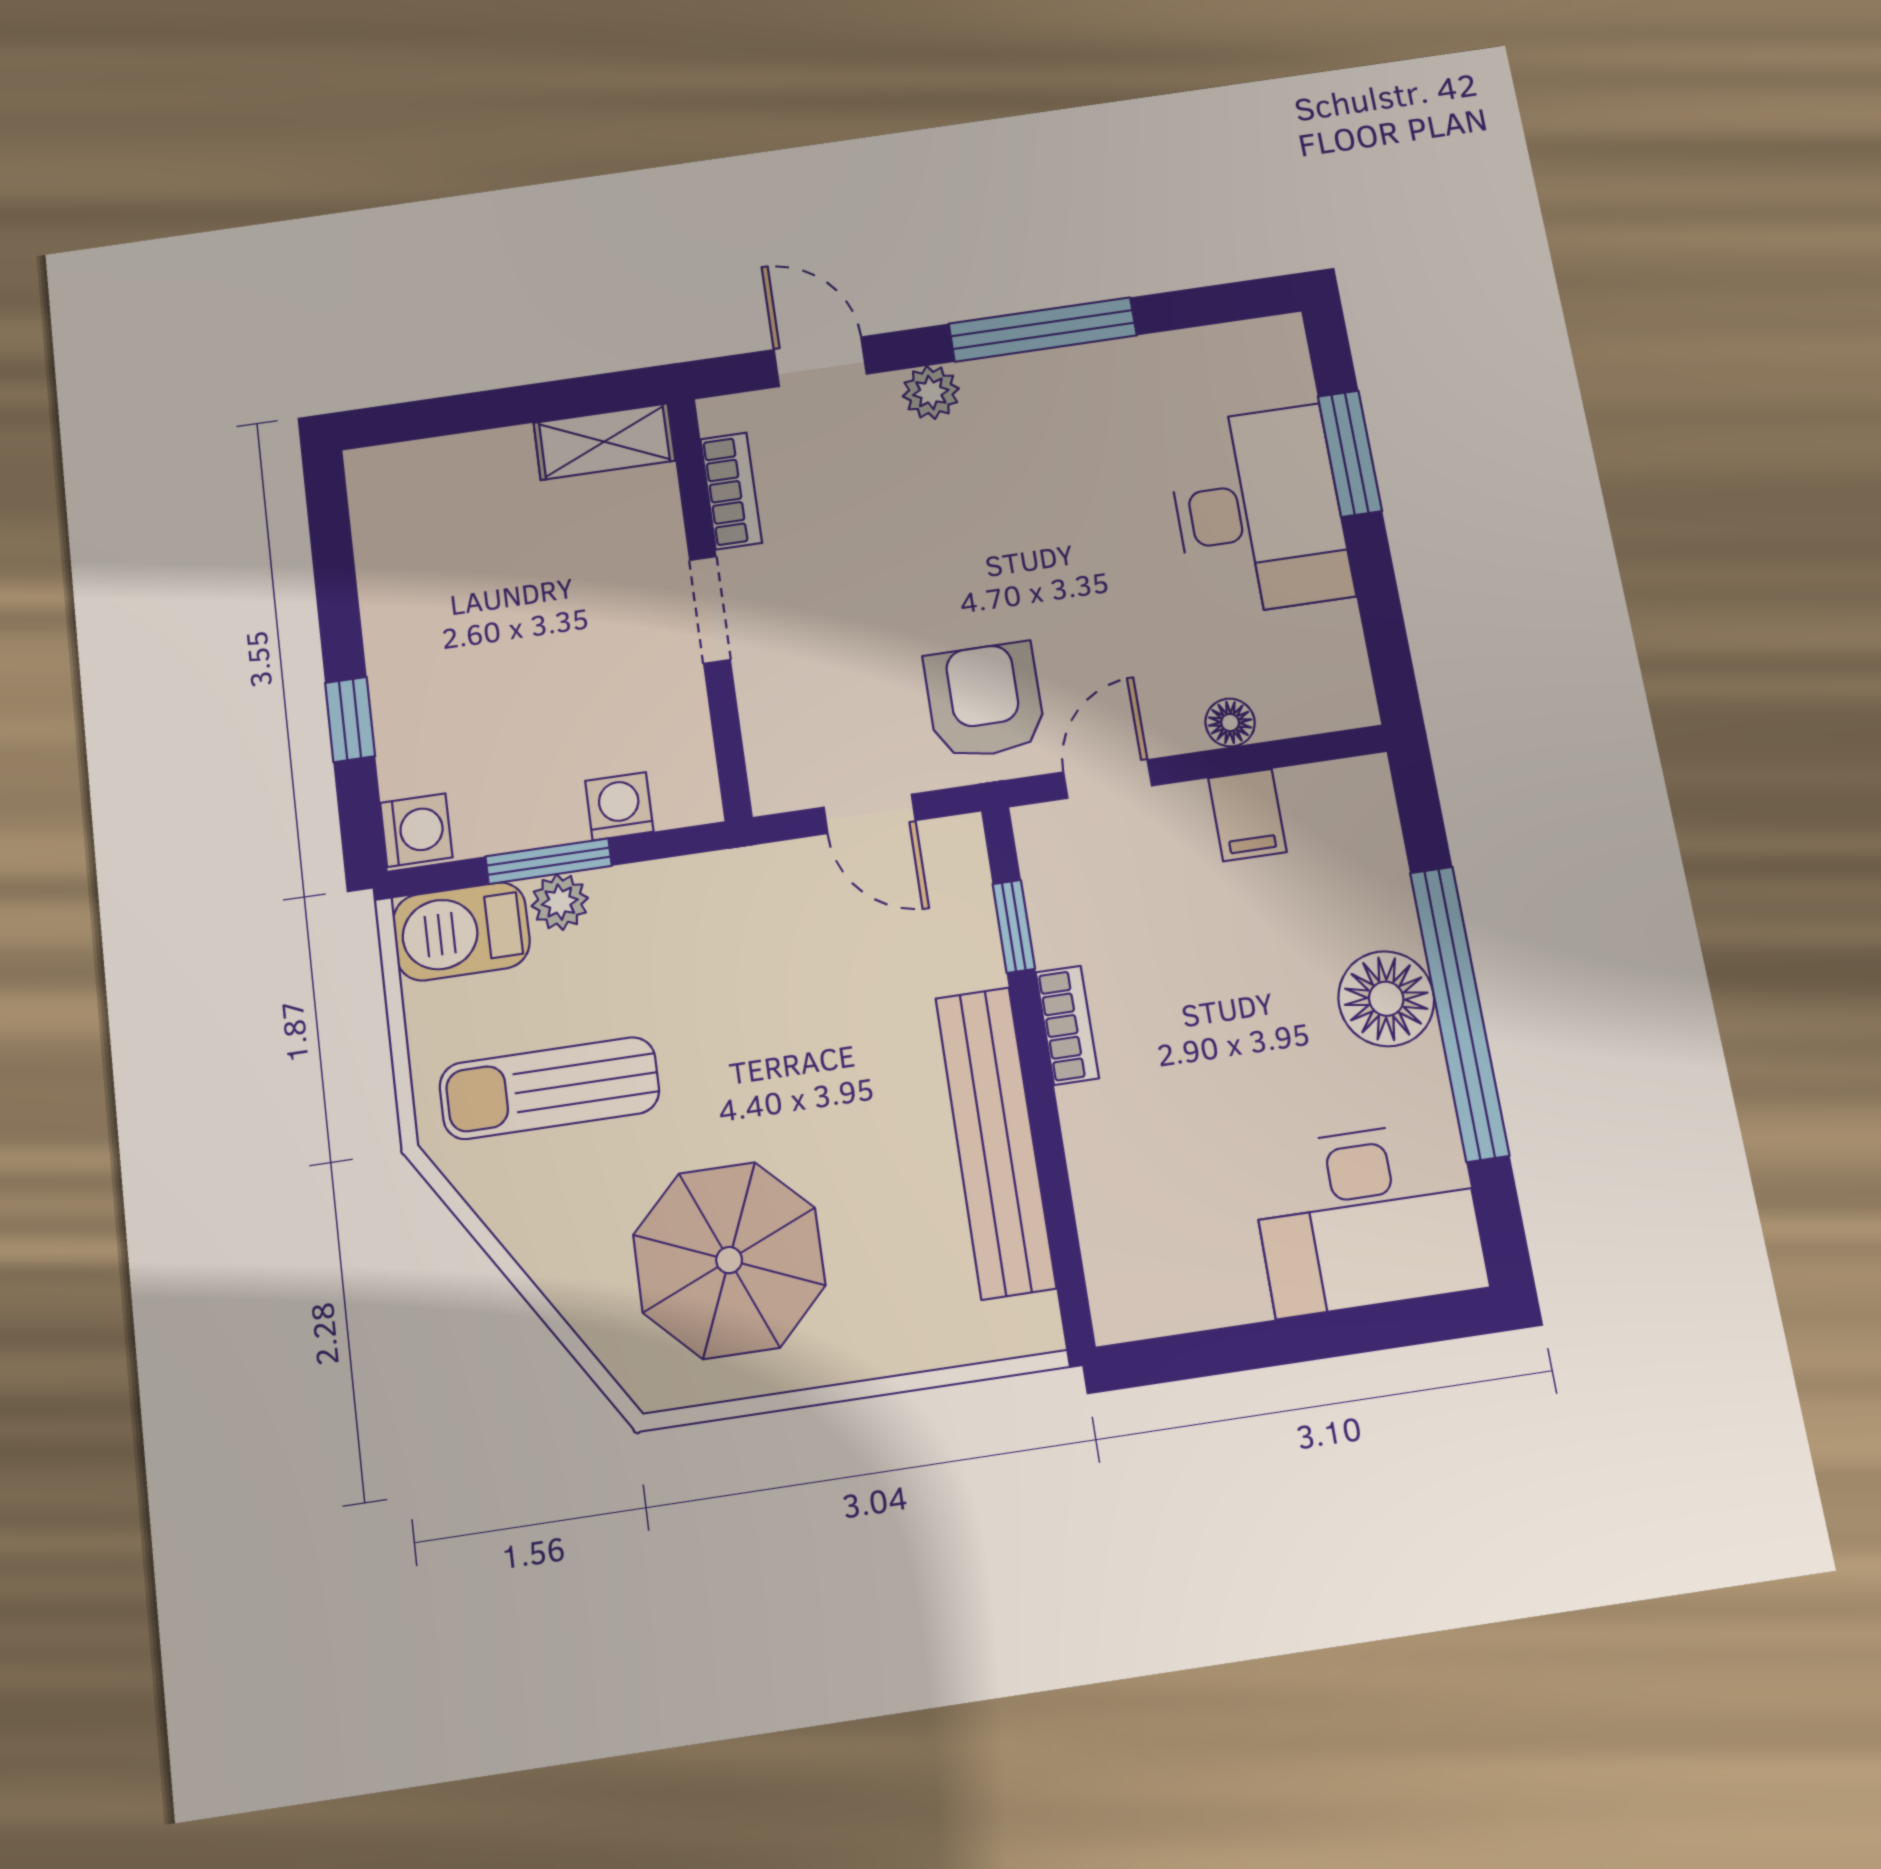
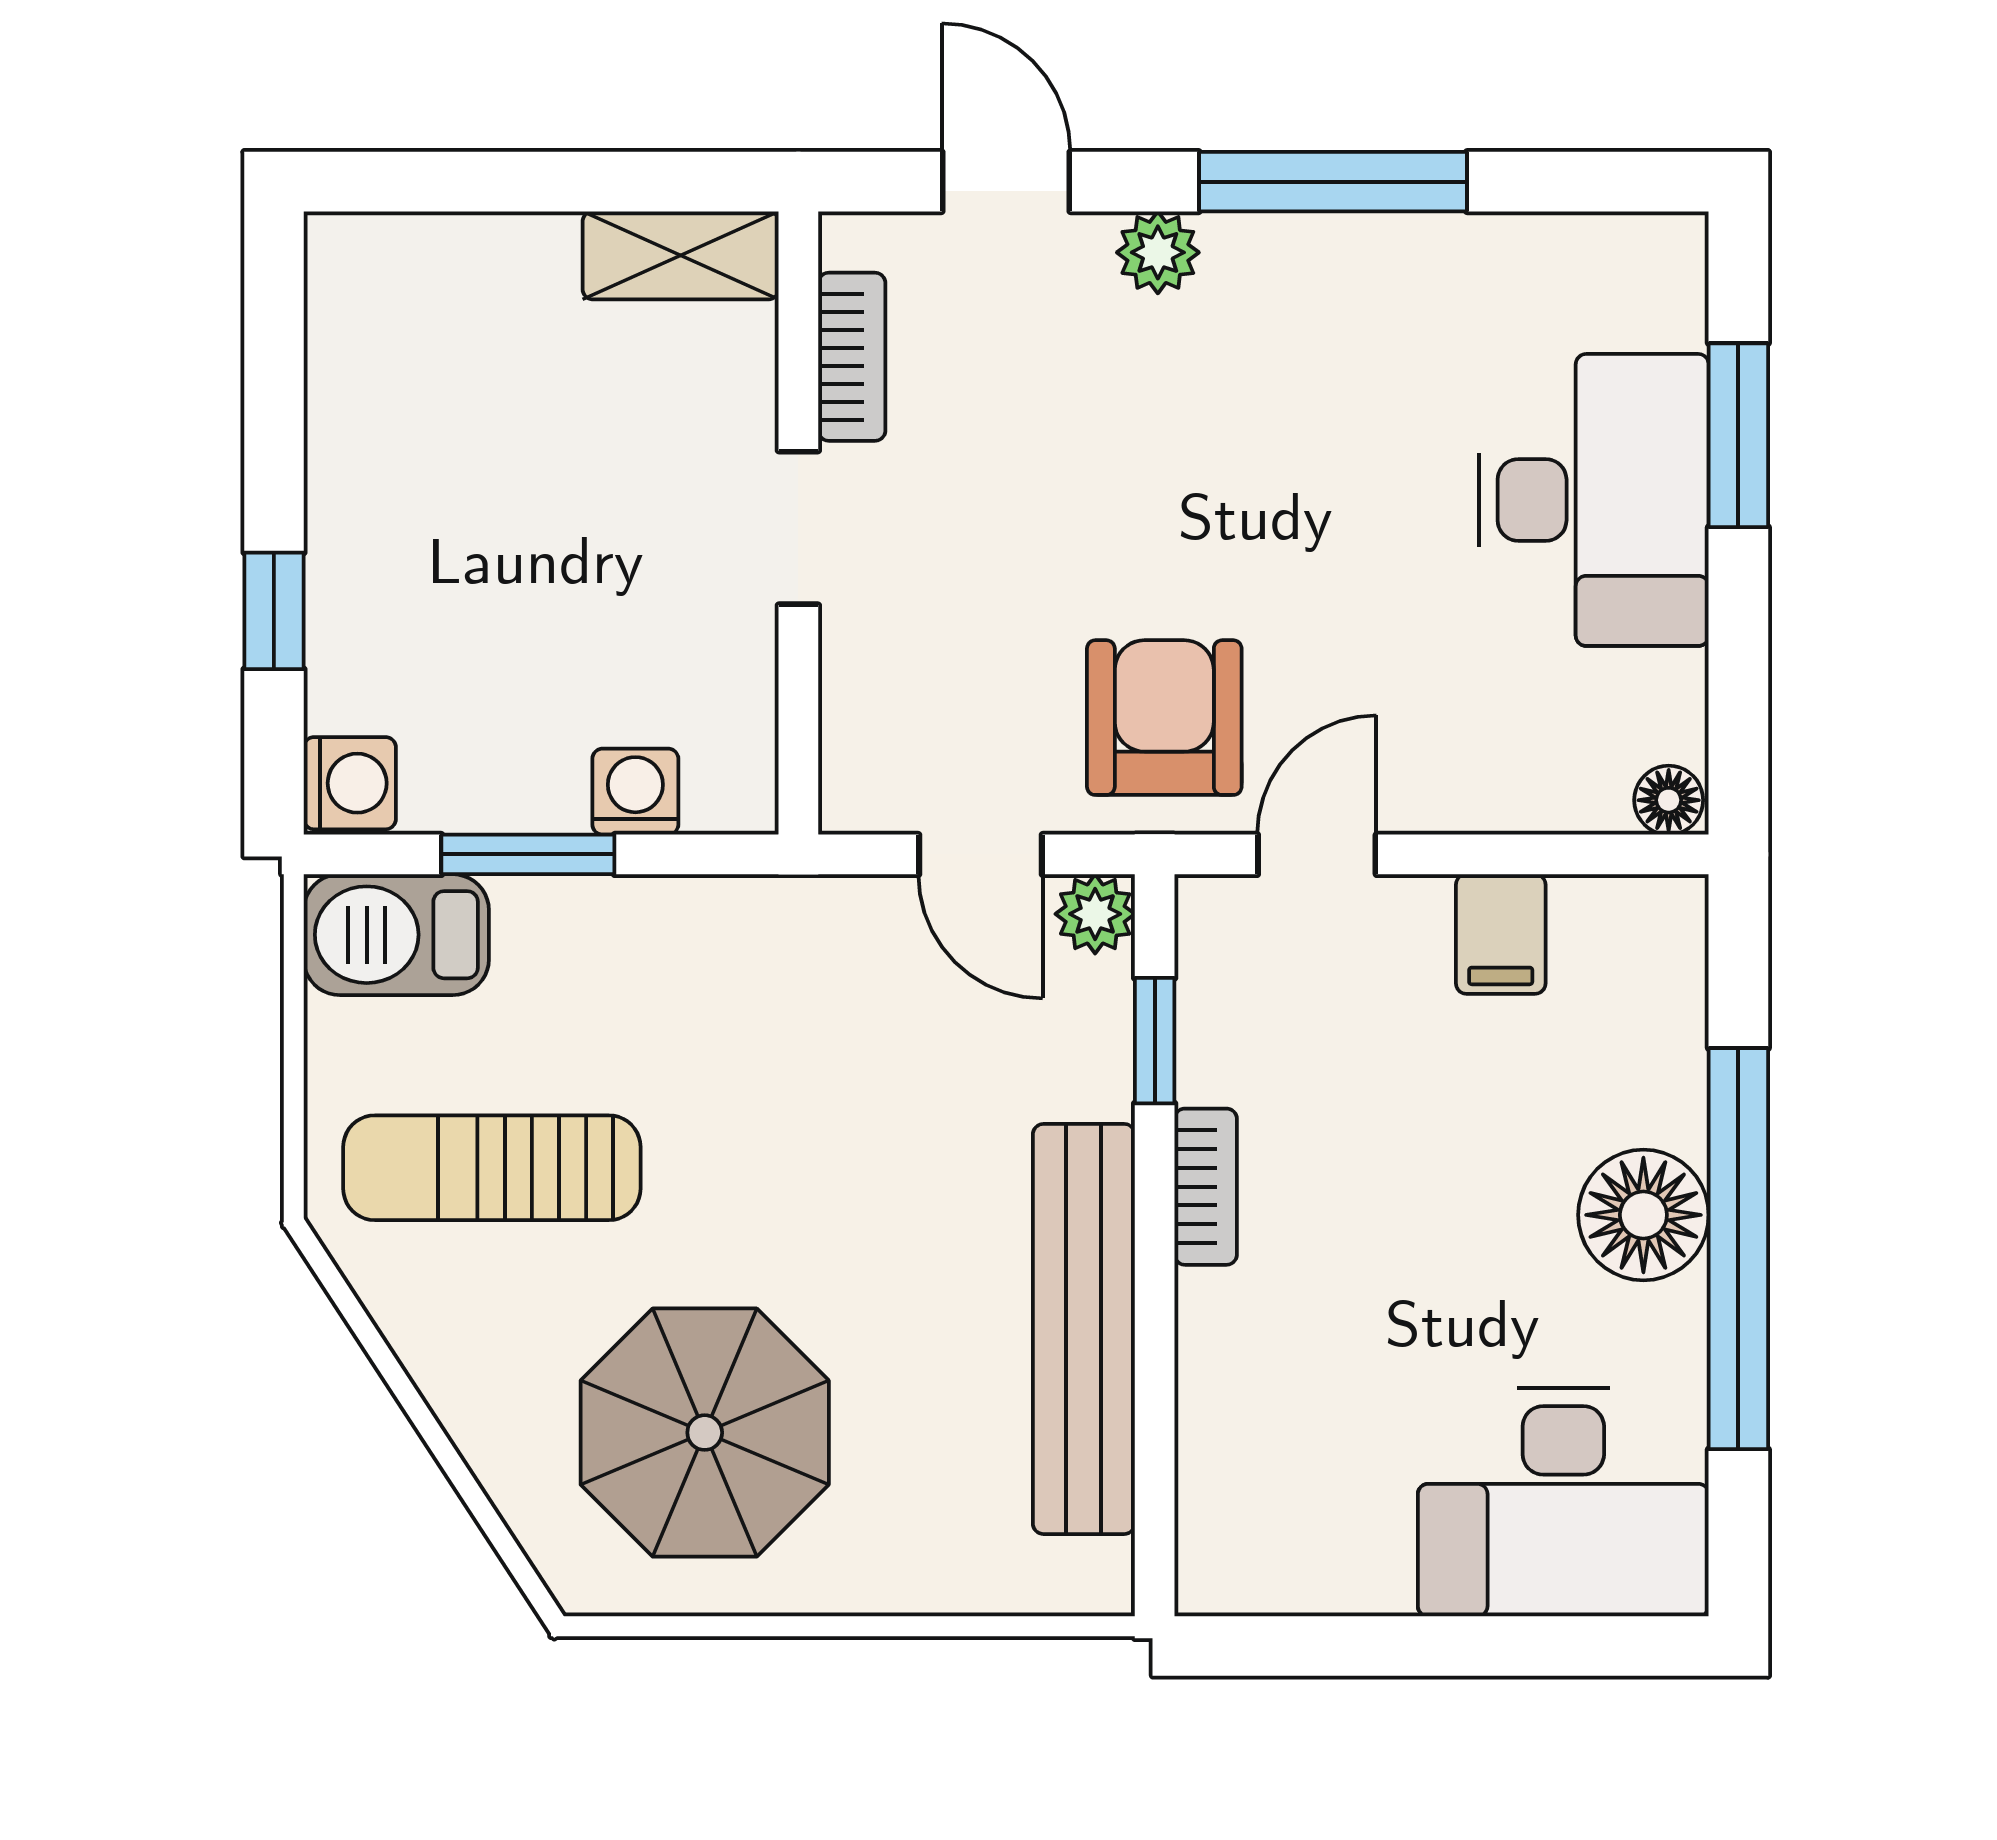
floor lamp: (1230, 723) -> (1669, 800), moved
plant: (560, 902) -> (1095, 914), moved

